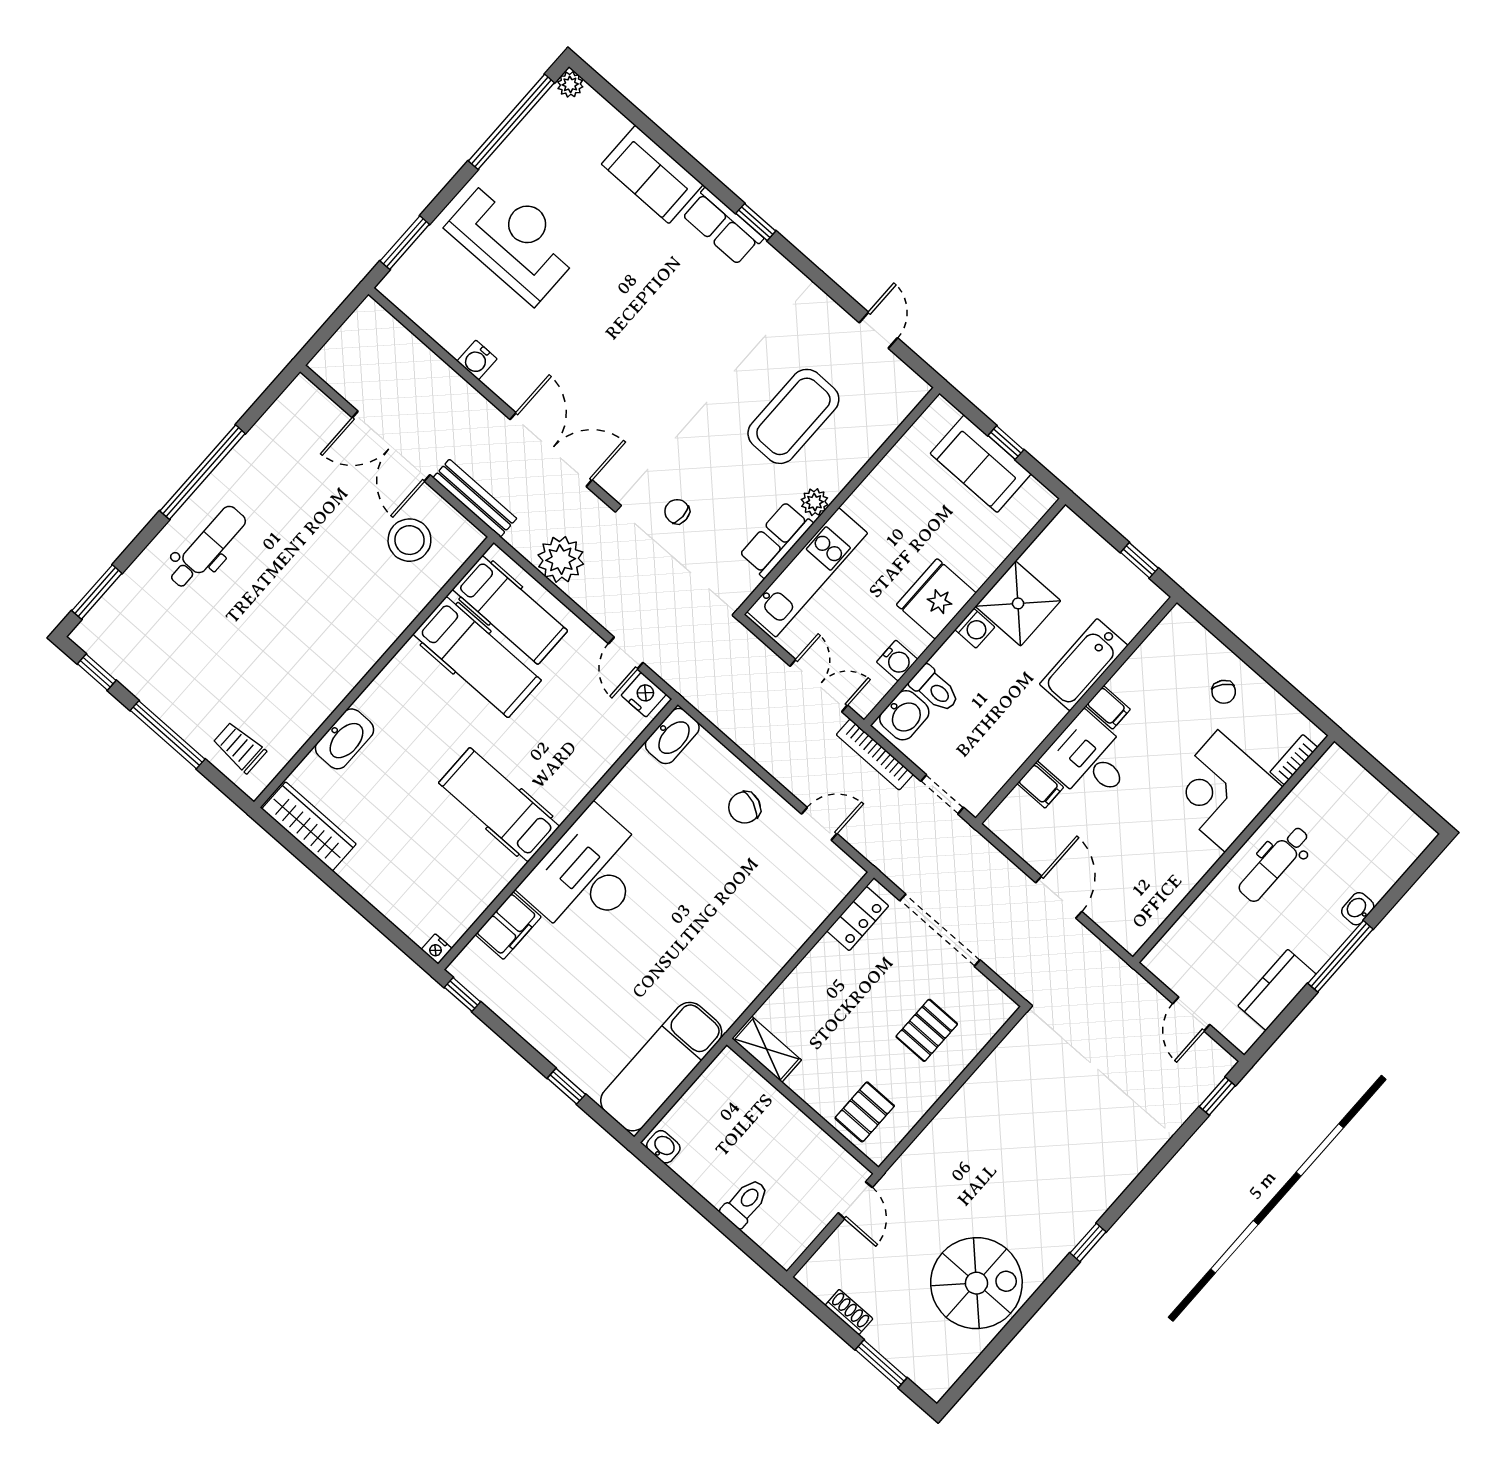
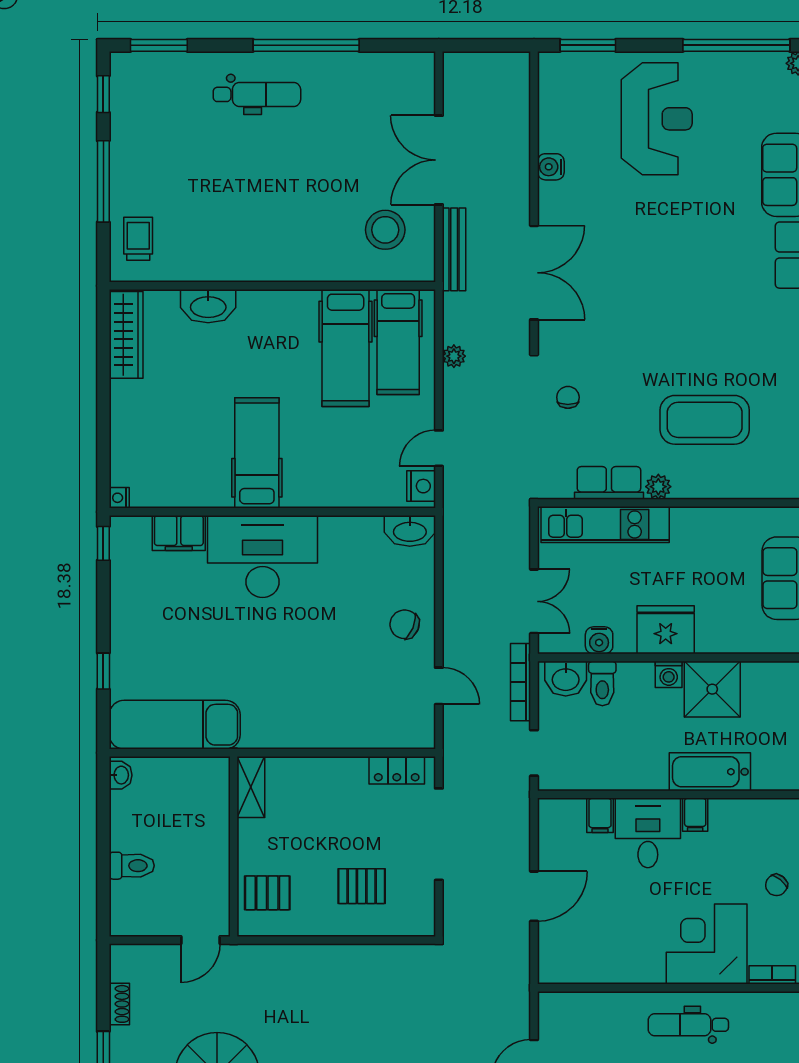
plant: (561, 559) -> (454, 356), width x0.53, depth x0.53

